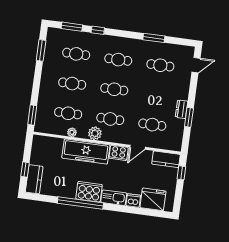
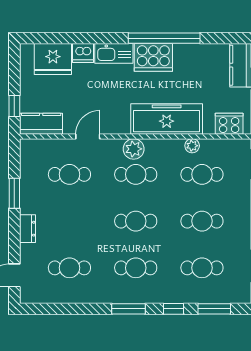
window: (154, 38) -> (128, 309), moved
dresser: (181, 109) -> (28, 229), moved
plant: (95, 133) -> (134, 149), moved
cooker: (119, 153) -> (229, 124), moved

